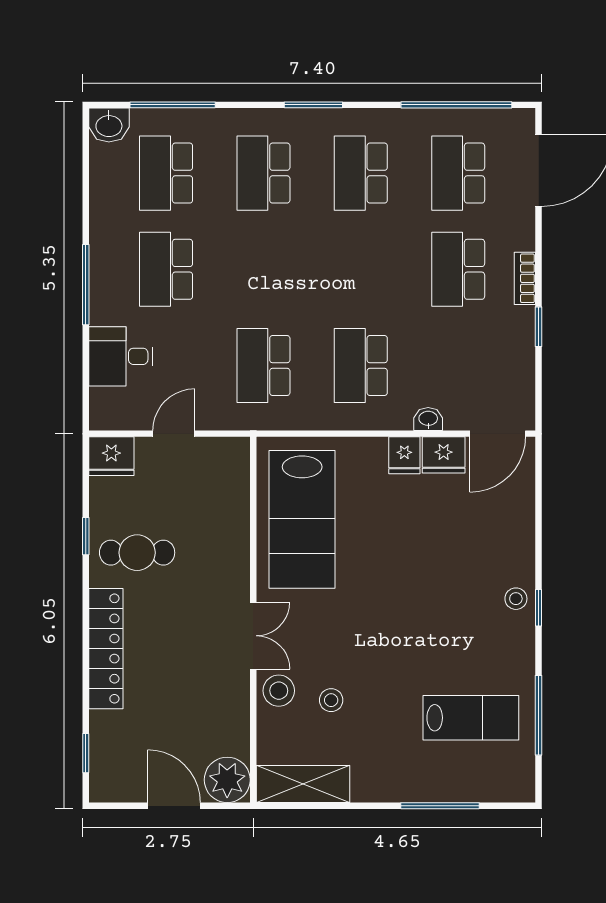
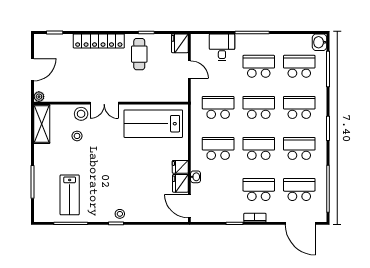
school desk: (263, 269) -> (259, 107), added
school desk: (361, 269) -> (259, 148), added
plant: (227, 780) -> (39, 97), width x0.53, depth x0.53

